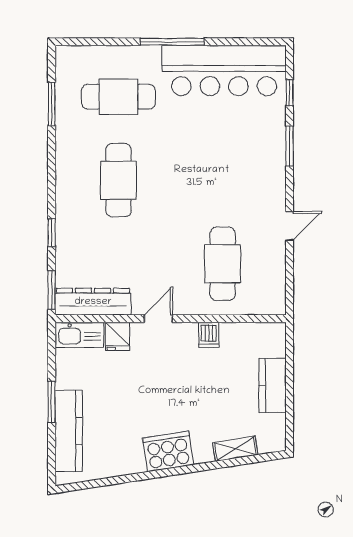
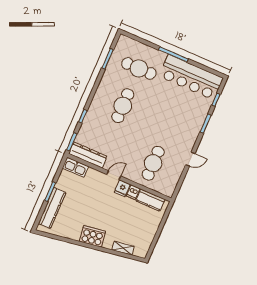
fridge: (117, 336) -> (122, 188), moved
kitchen counter: (273, 385) -> (150, 200), moved, turned -90

